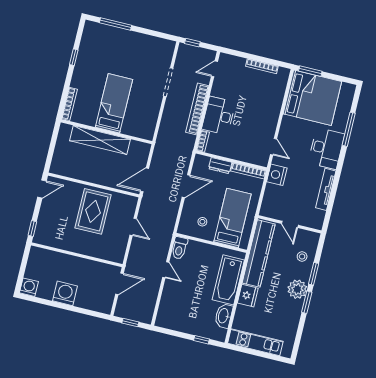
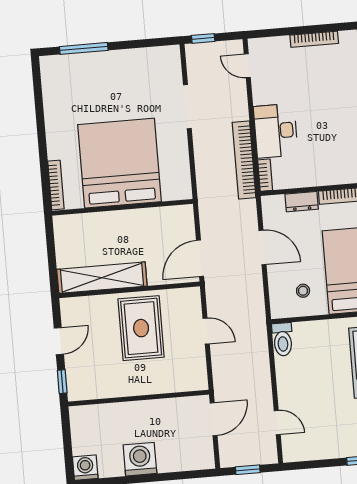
window: (74, 57) -> (40, 116), removed
door: (214, 69) -> (247, 66), hinge flipped
bed: (114, 103) -> (119, 163), width x2.04
bookcase: (197, 109) -> (244, 160), moved
shelving: (100, 140) -> (102, 278), moved
door: (186, 186) -> (263, 247), hinge flipped
door: (42, 189) -> (59, 341), moved
door: (166, 270) -> (277, 423), moved

